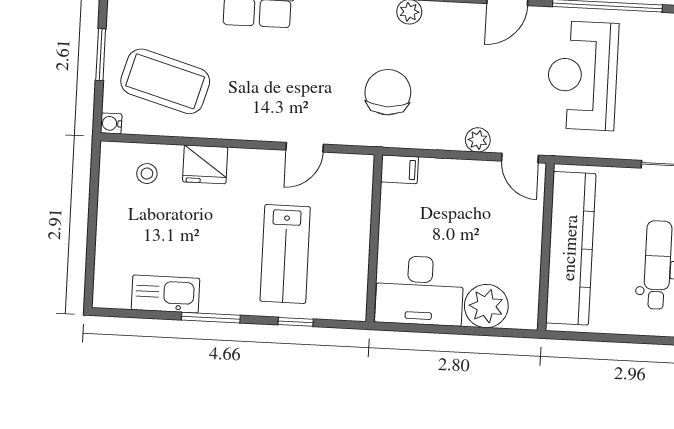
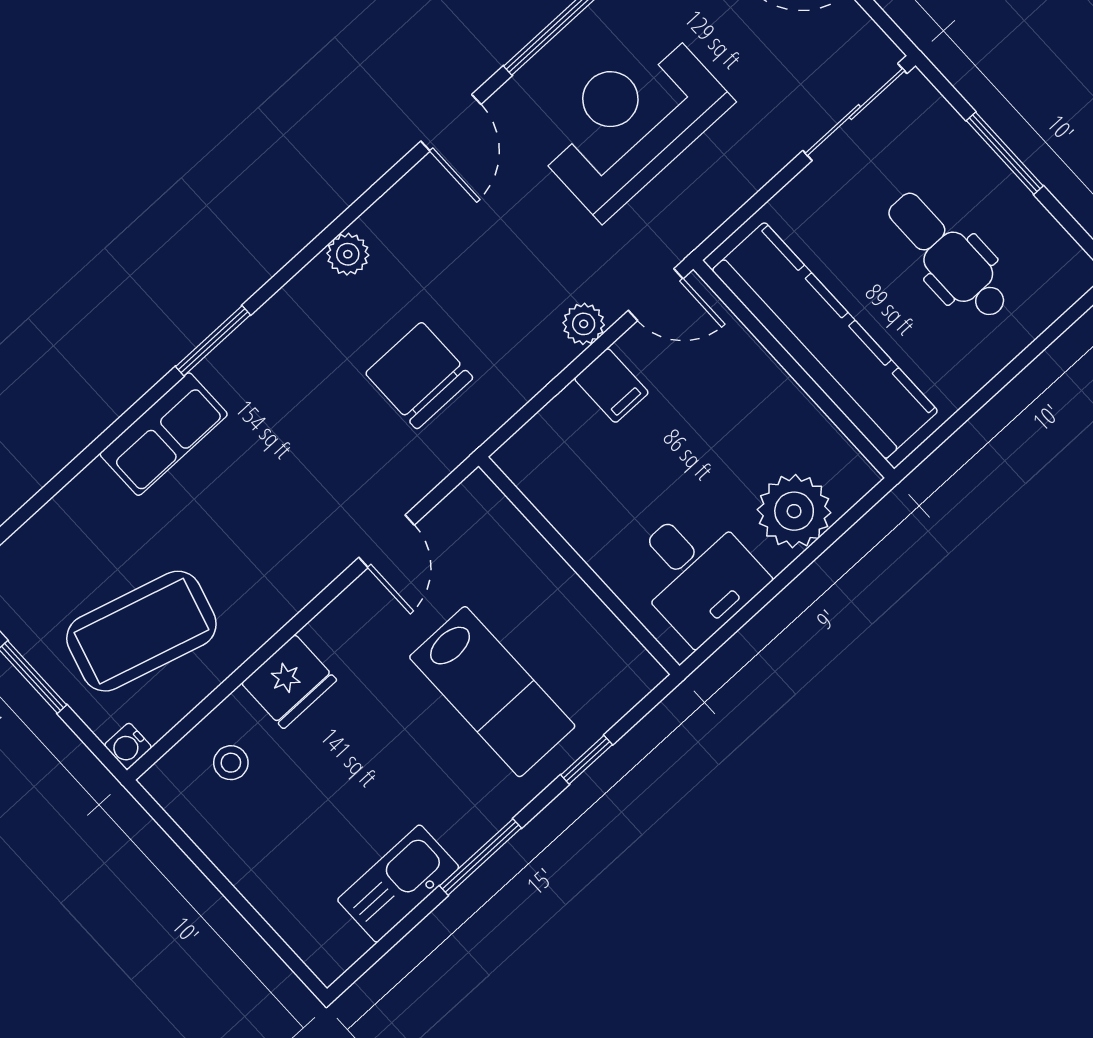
reception desk: (582, 76) -> (631, 121), turned 90
filing cabinet: (400, 169) -> (611, 386), moved, turned 90
desk: (420, 290) -> (696, 573), width x0.73

